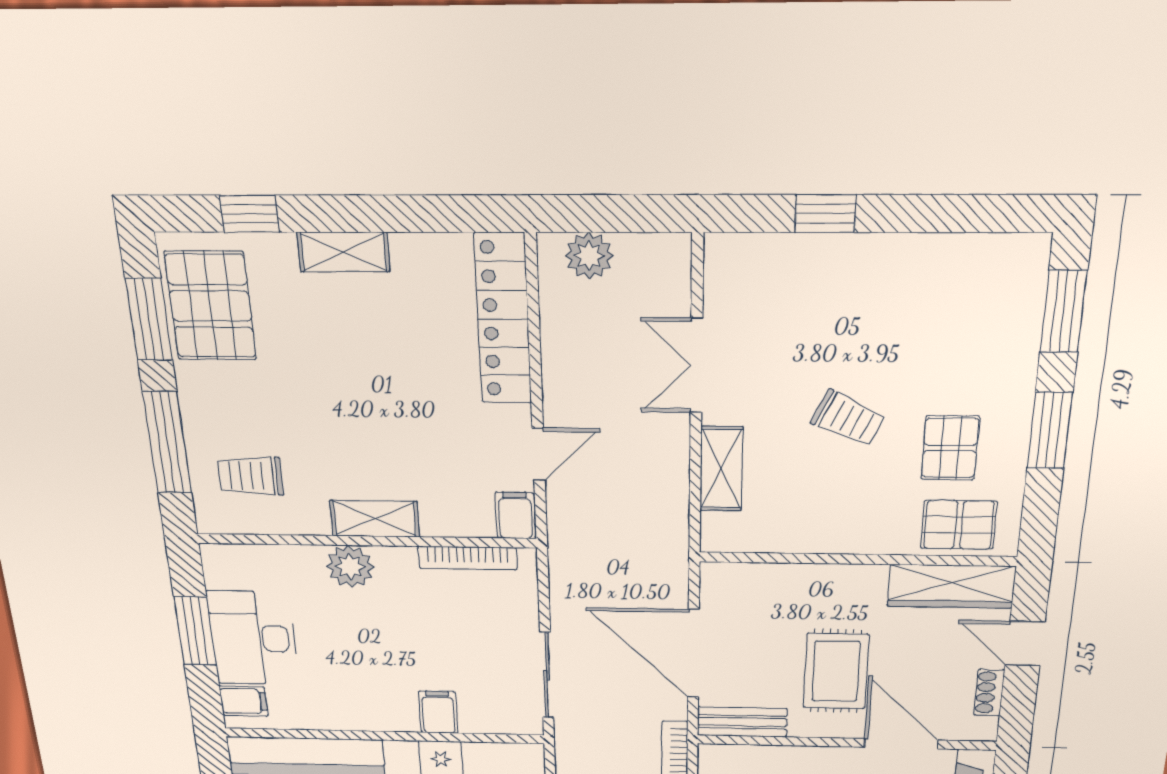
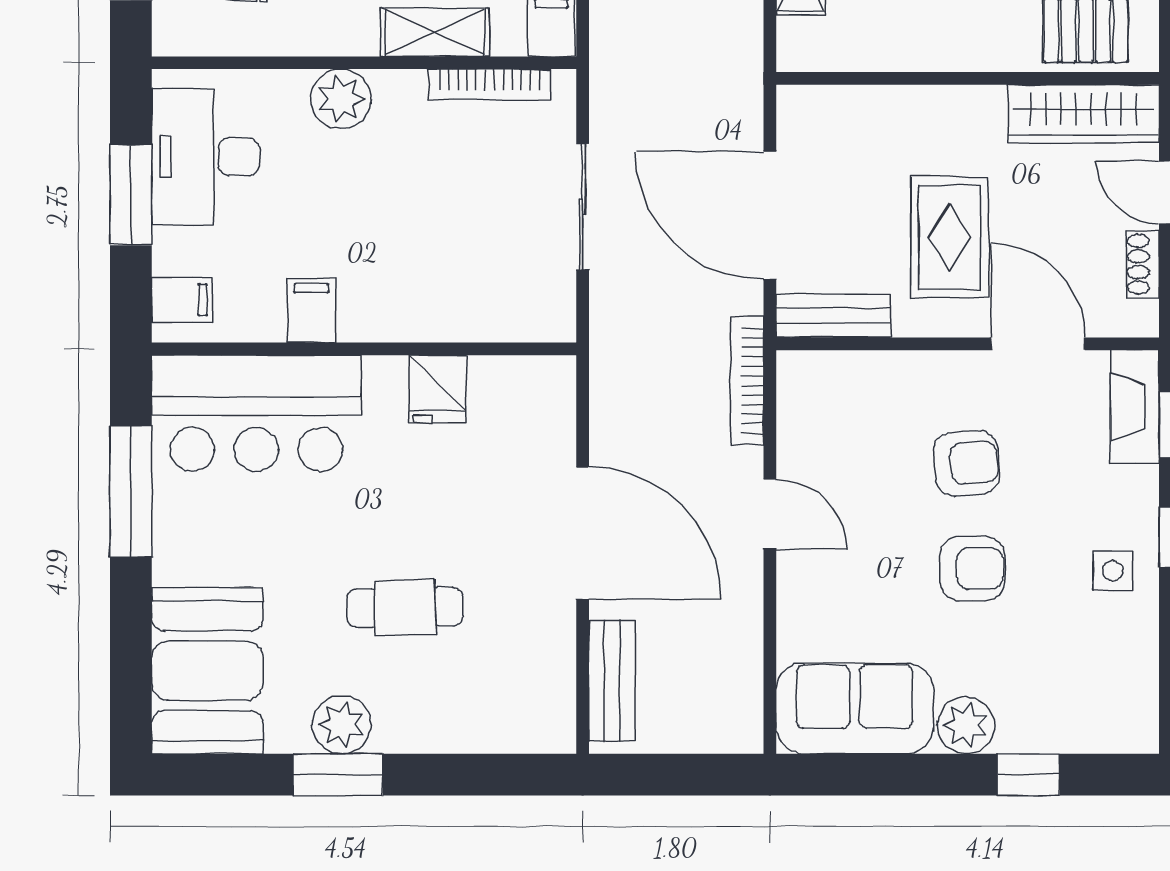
shelving: (375, 519) -> (435, 32), moved
desk: (253, 638) -> (205, 157), moved
sliding door: (547, 675) -> (583, 207), moved
filing cabinet: (438, 712) -> (311, 311), moved

